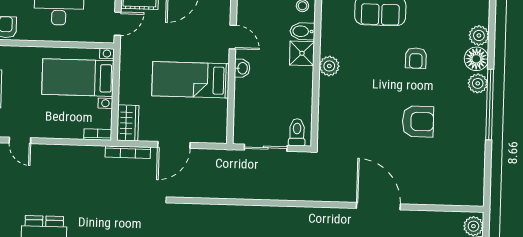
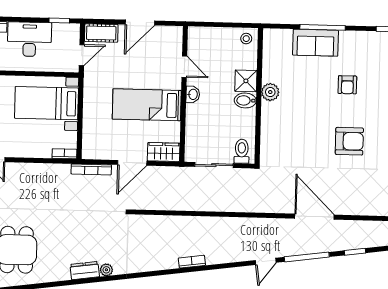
bidet: (302, 31) -> (245, 100), moved
wardrobe: (128, 123) -> (164, 152), moved, turned -90

